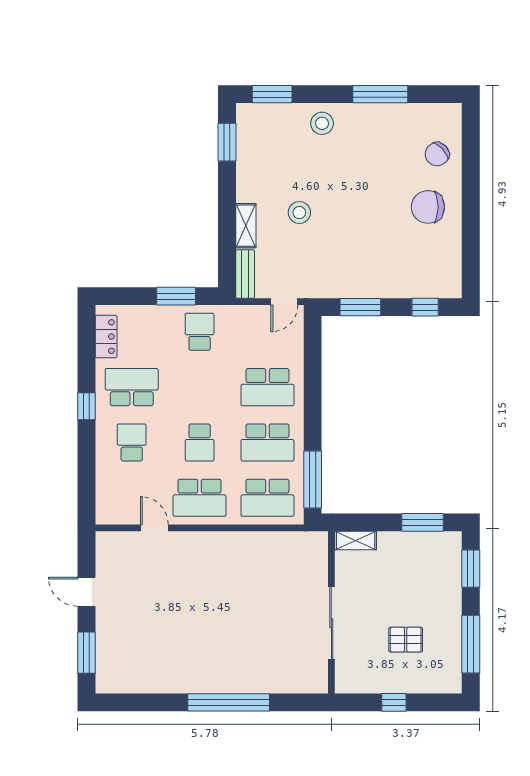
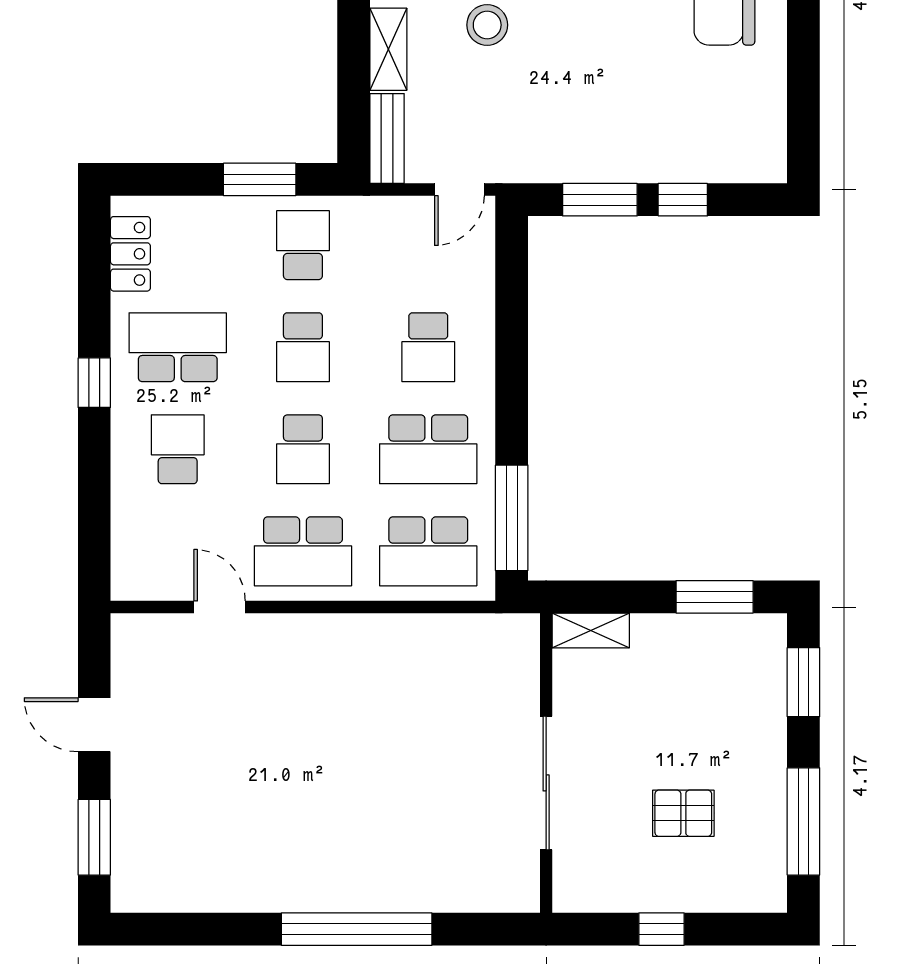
window: (425, 307) -> (683, 200), moved
school desk: (200, 387) -> (303, 347), added
school desk: (267, 387) -> (428, 347), width x0.54

